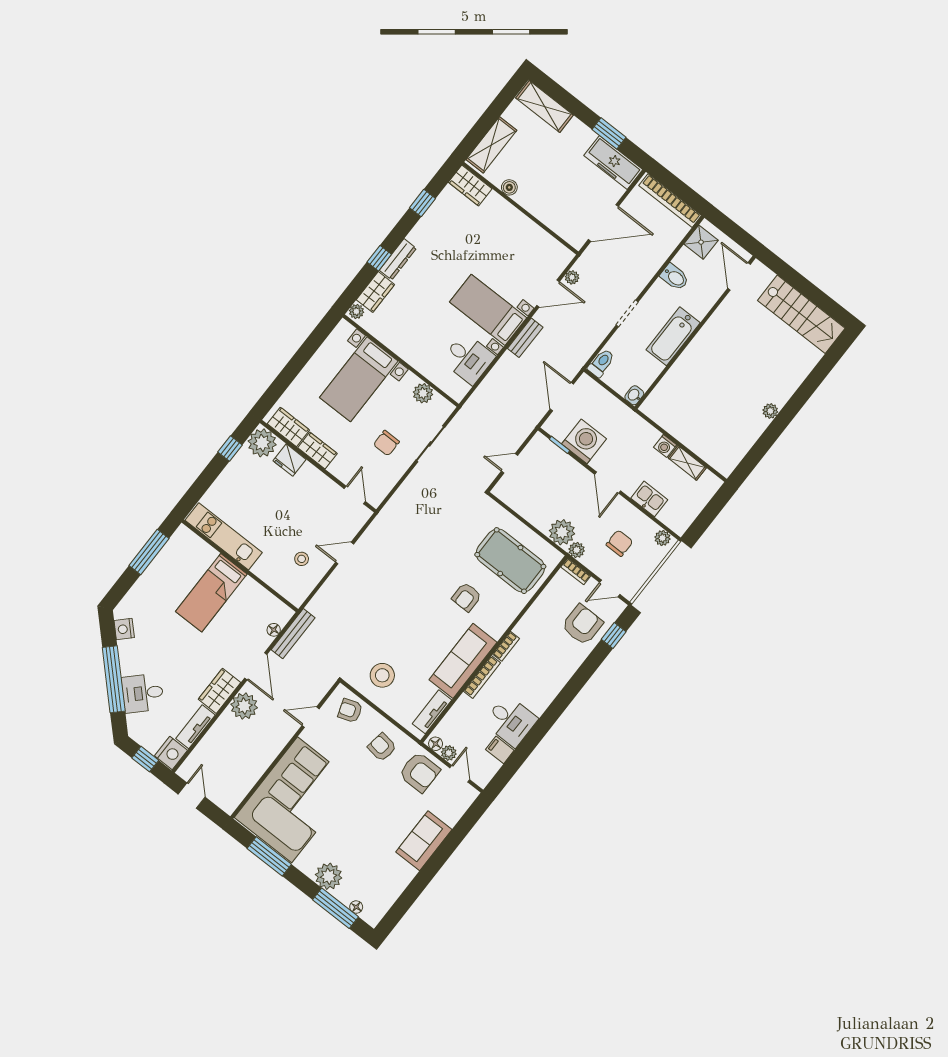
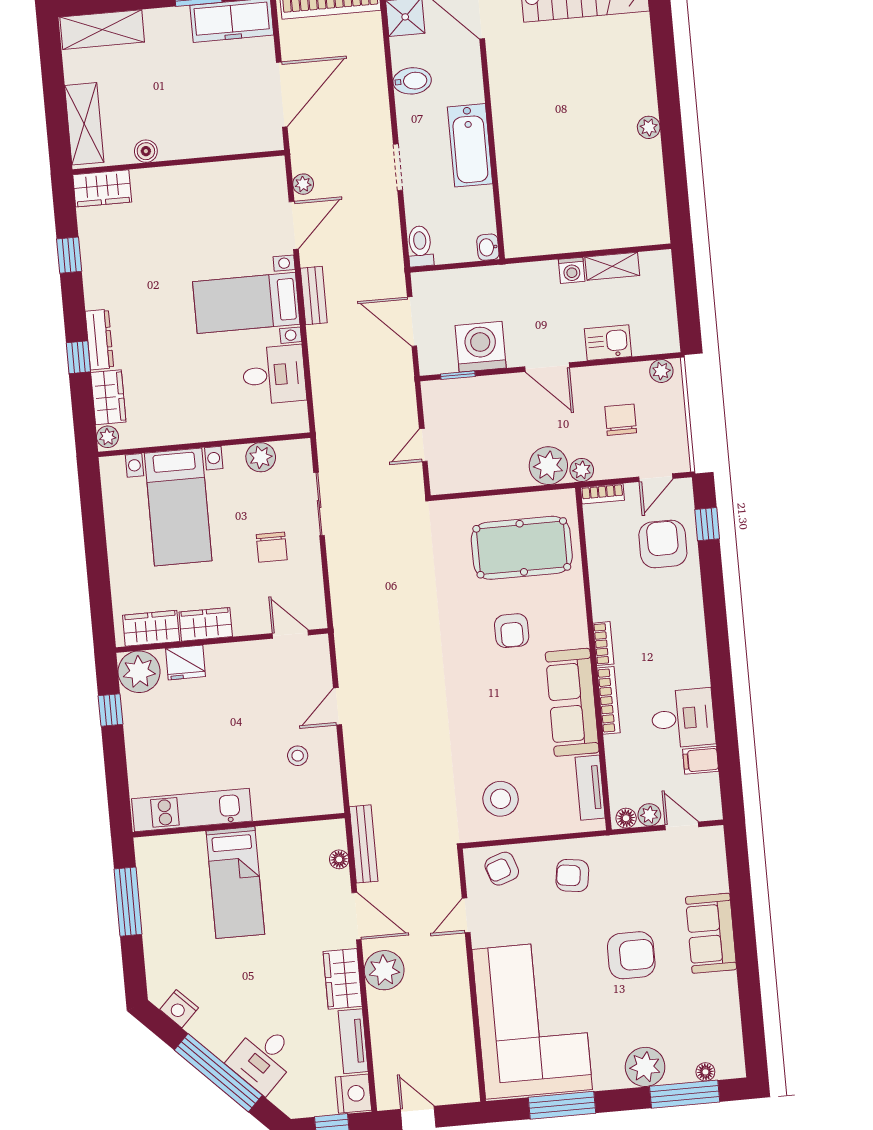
armchair: (419, 772) -> (631, 955), moved

